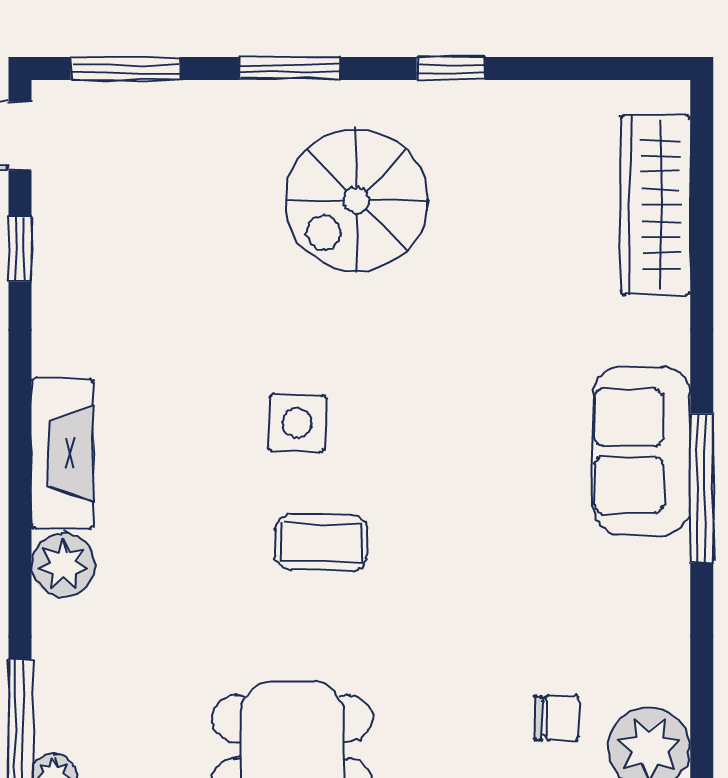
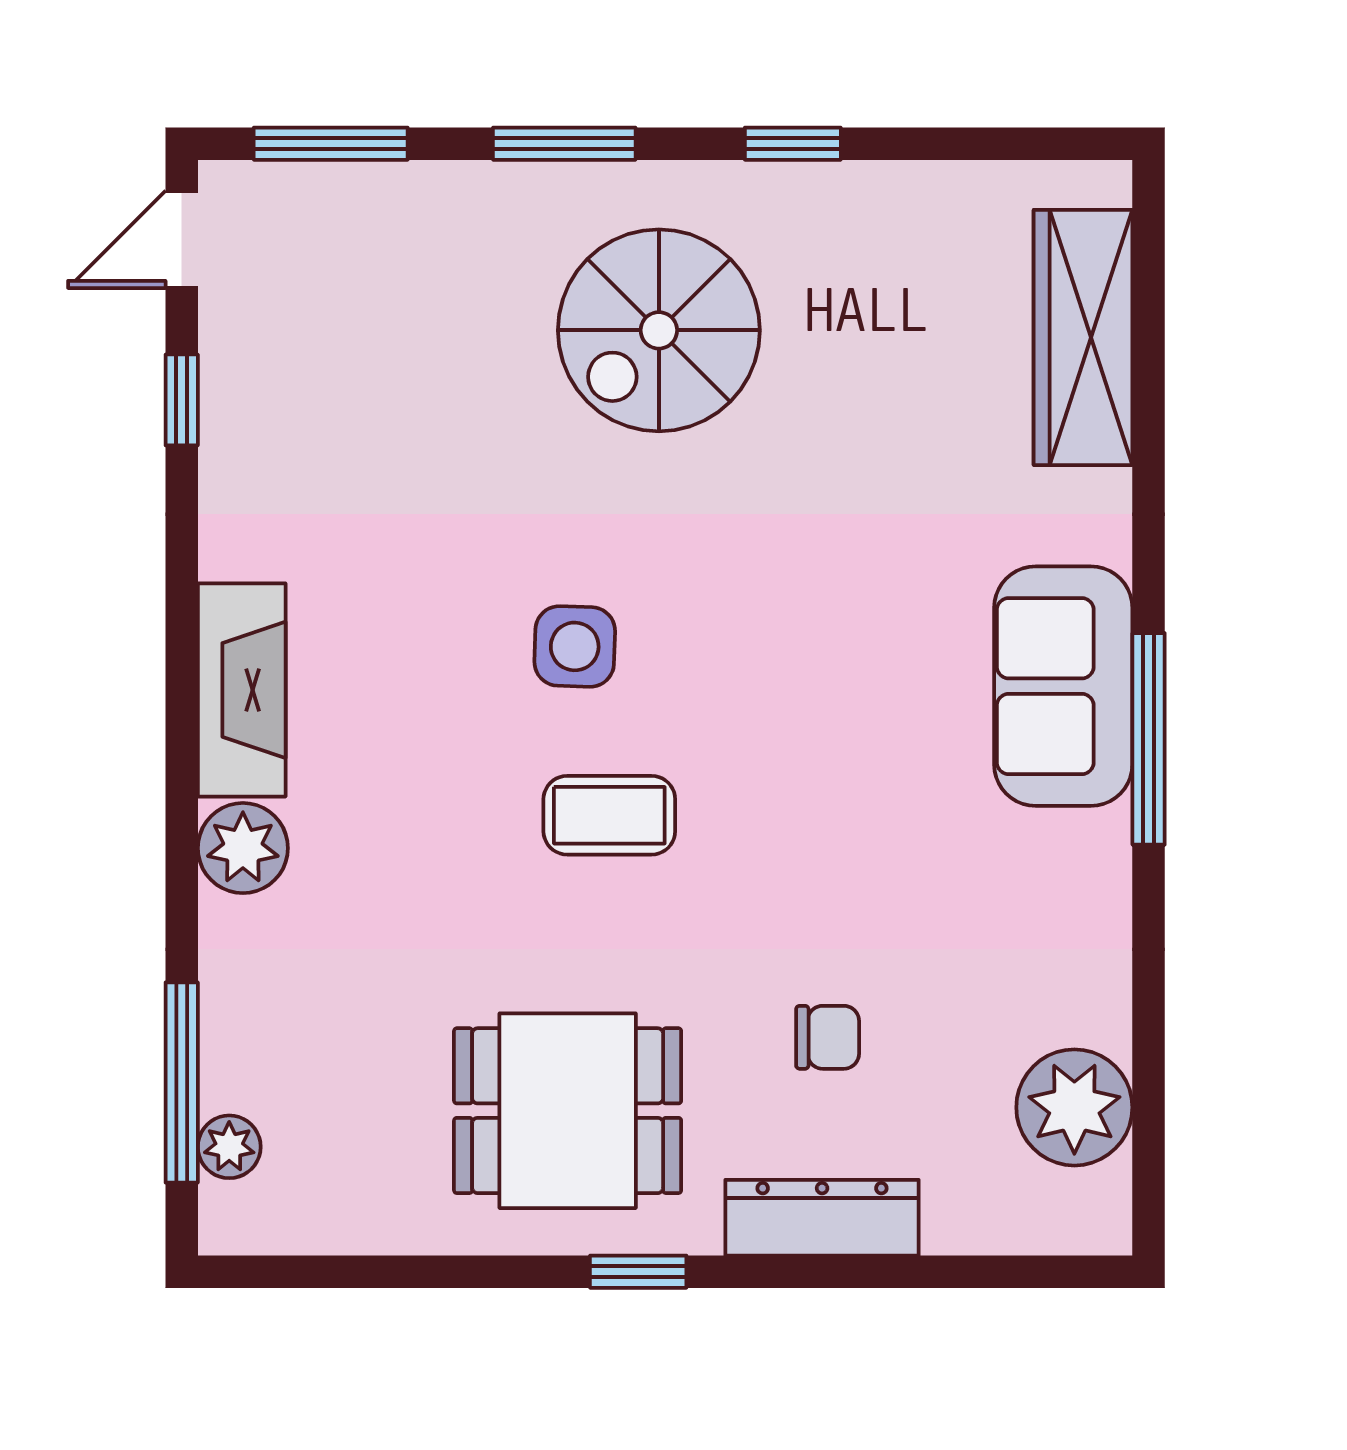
chair: (557, 718) -> (828, 1037), moved

